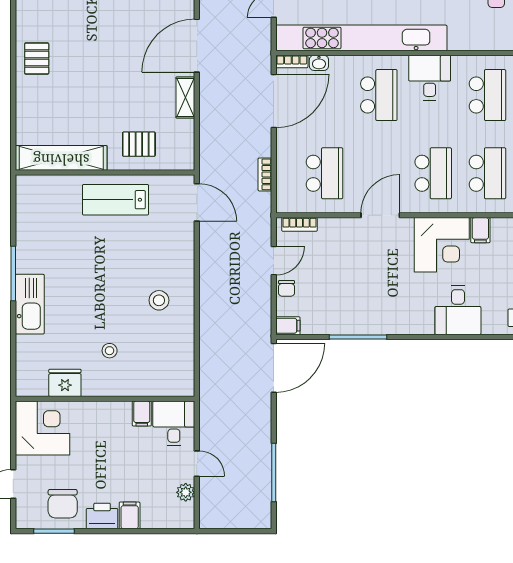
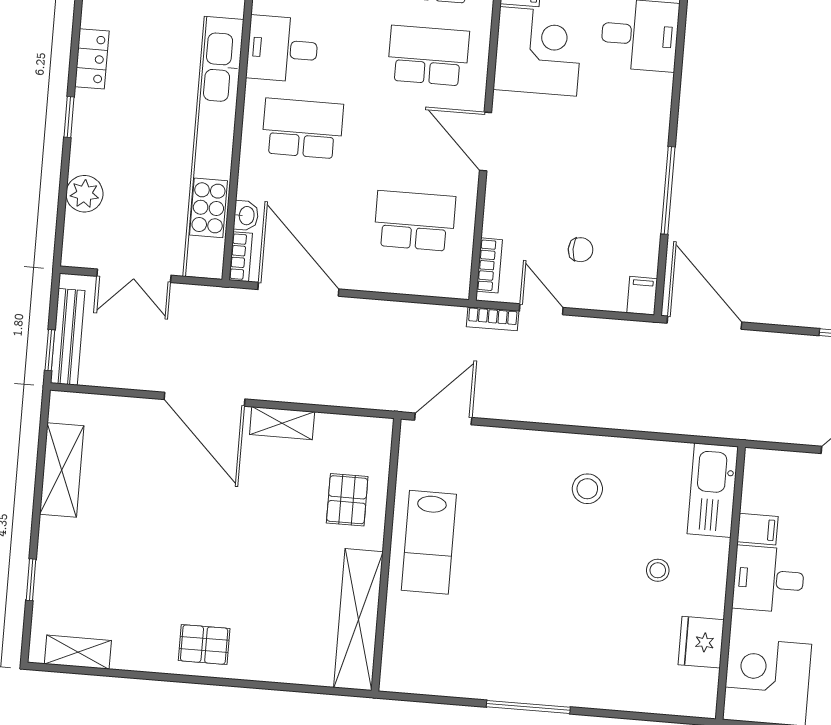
bookcase: (265, 174) -> (493, 319), moved
chair: (286, 288) -> (581, 250), moved
kitchen sink: (30, 304) -> (713, 490), moved, turned -90
desk: (174, 423) -> (769, 579), moved

